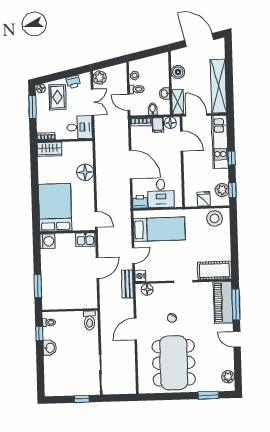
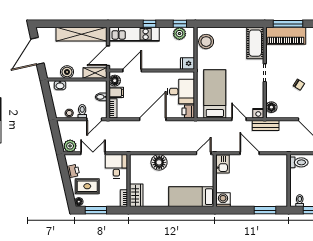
washbasin: (165, 94) -> (60, 85), moved
fridge: (204, 199) -> (187, 63), moved
bed: (55, 207) -> (191, 197), width x0.67

